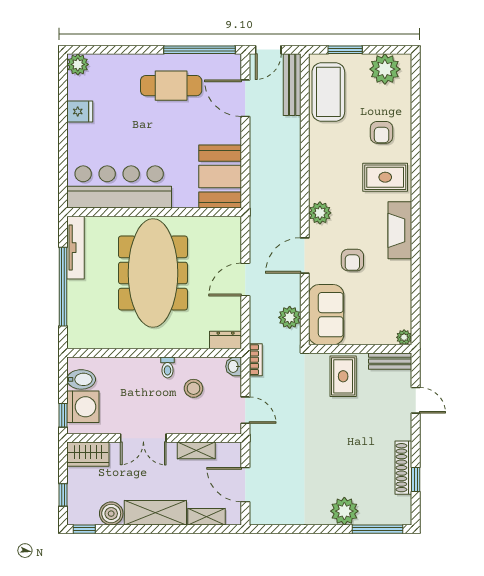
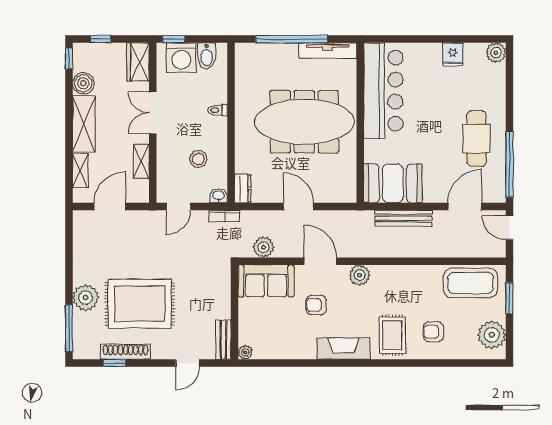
bench: (292, 85) -> (403, 218), moved
toilet: (167, 367) -> (218, 110), moved
rug: (343, 376) -> (140, 304), moved, width x1.86, depth x2.06

